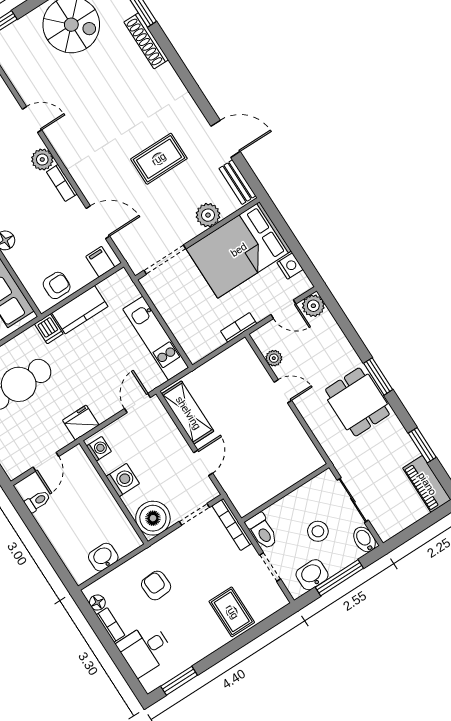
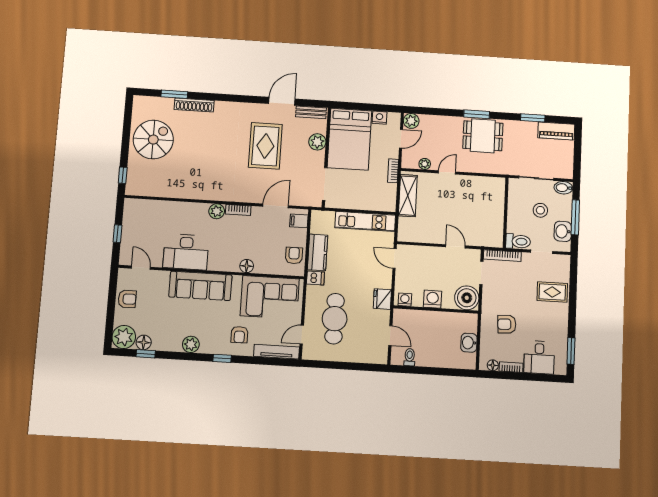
door: (32, 119) -> (190, 200), removed
rug: (159, 159) -> (265, 146), width x1.36, depth x1.43
shelving: (188, 413) -> (408, 196), moved, turned 90

